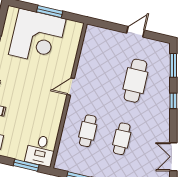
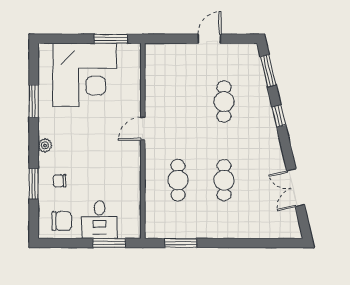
window: (50, 12) -> (111, 39), moved
cafe table: (135, 81) -> (224, 102), width x0.73, depth x0.74
desk: (41, 150) -> (100, 220), moved

